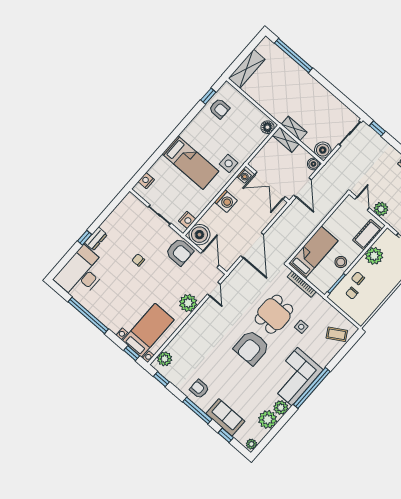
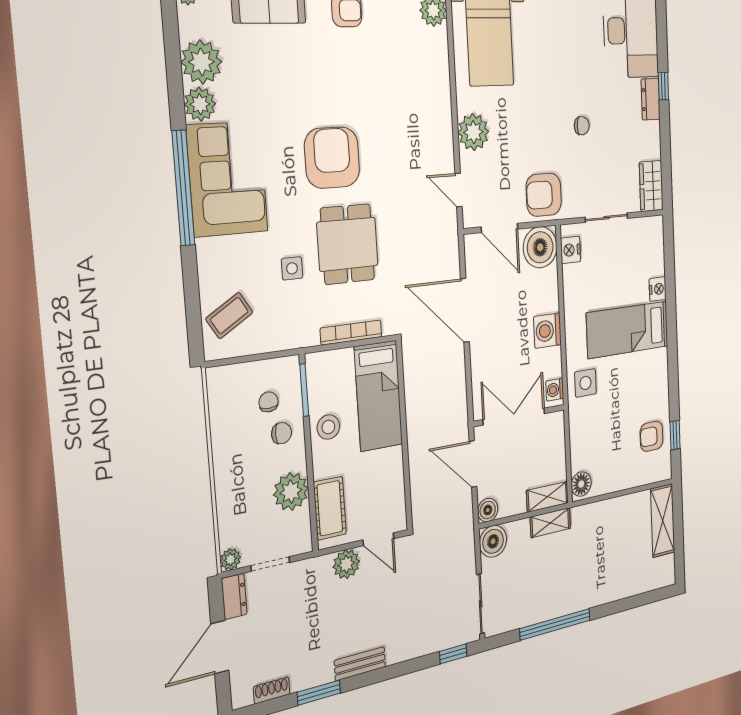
window: (293, 55) -> (555, 624), moved
nightstand: (146, 181) -> (658, 289), moved
wardrobe: (127, 206) -> (651, 186), added

